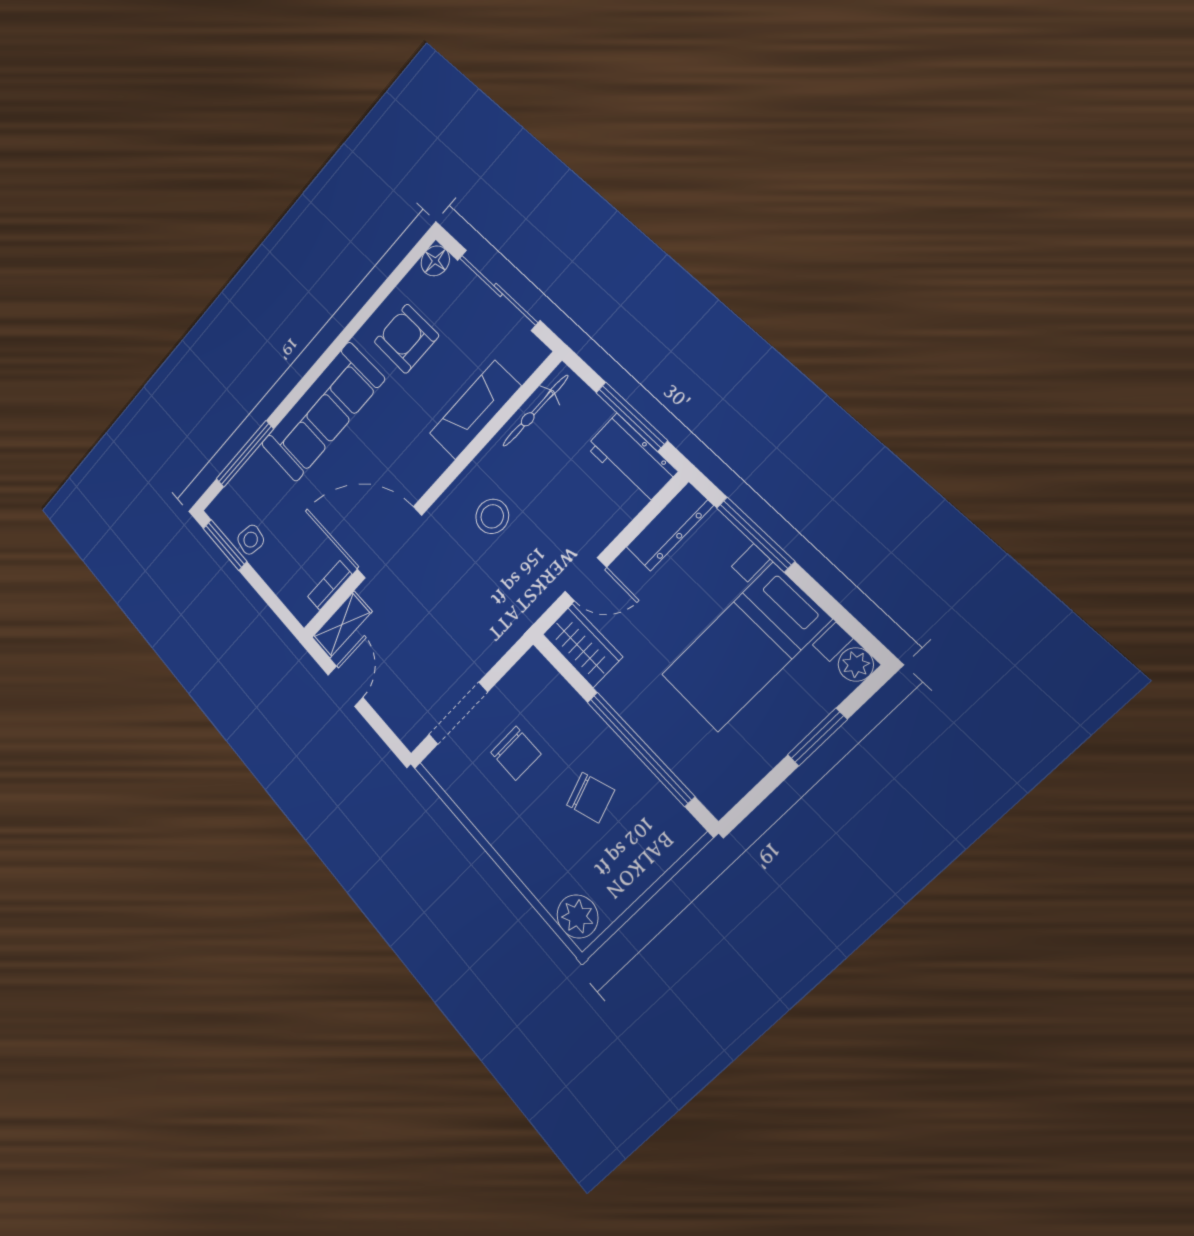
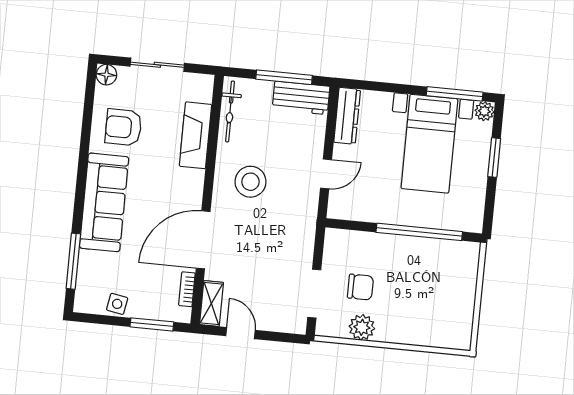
sliding door: (498, 290) -> (157, 65), width x0.73
stool: (492, 516) -> (250, 182), width x1.38, depth x1.38
window: (755, 534) -> (455, 94), moved
window: (225, 545) -> (152, 324), moved
wardrobe: (583, 646) -> (351, 207), removed
chair: (591, 798) -> (415, 276), removed
plant: (578, 916) -> (362, 327), moved

